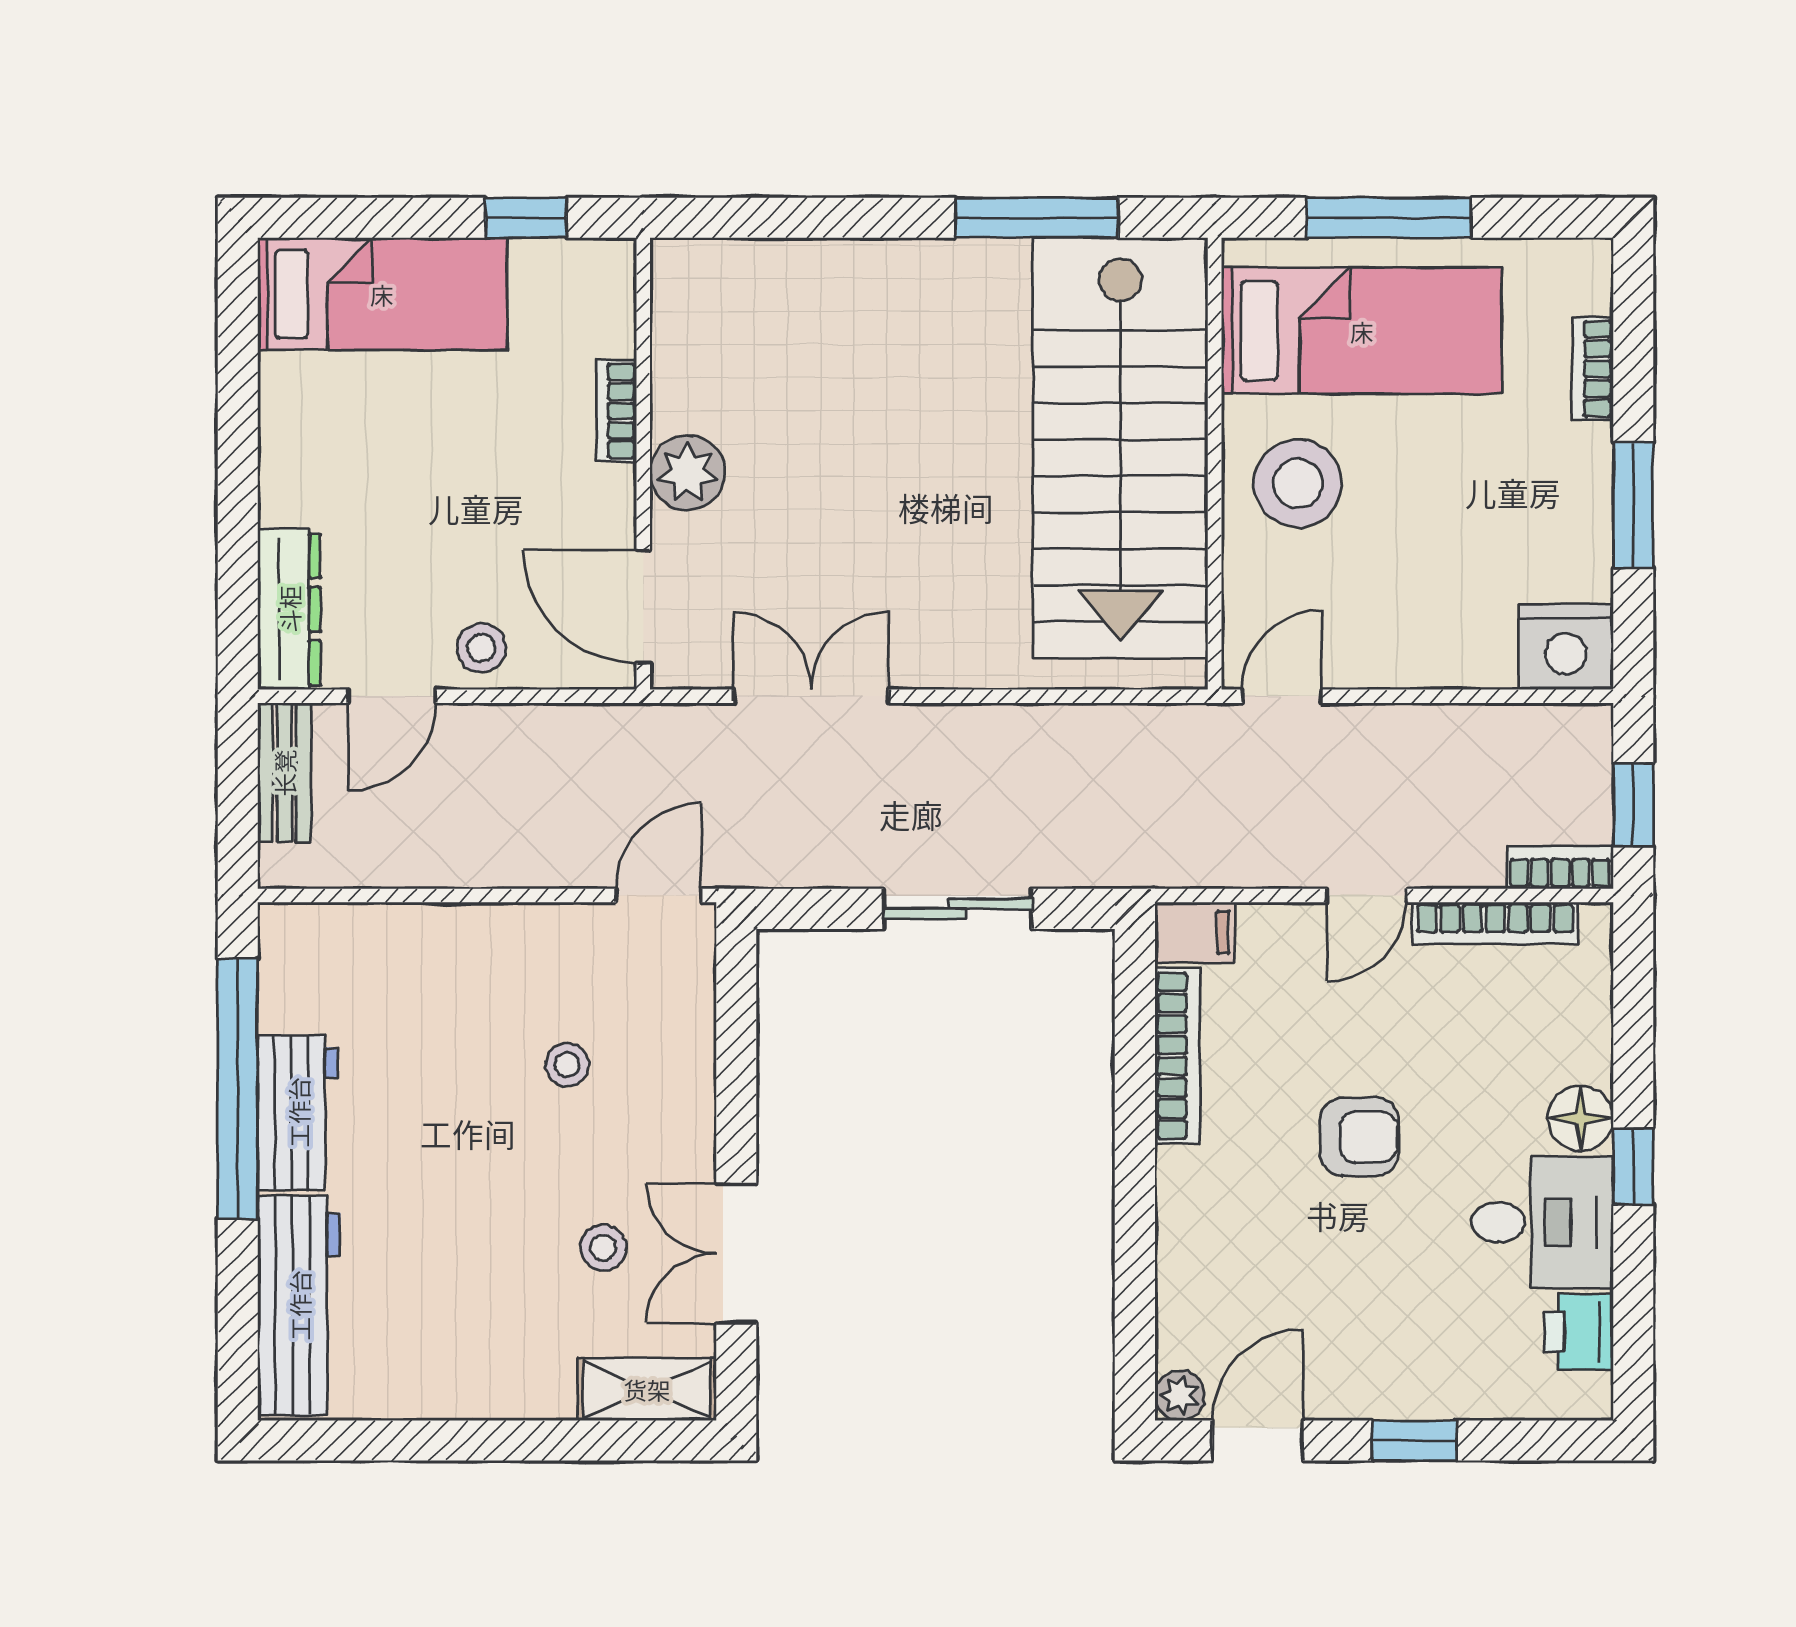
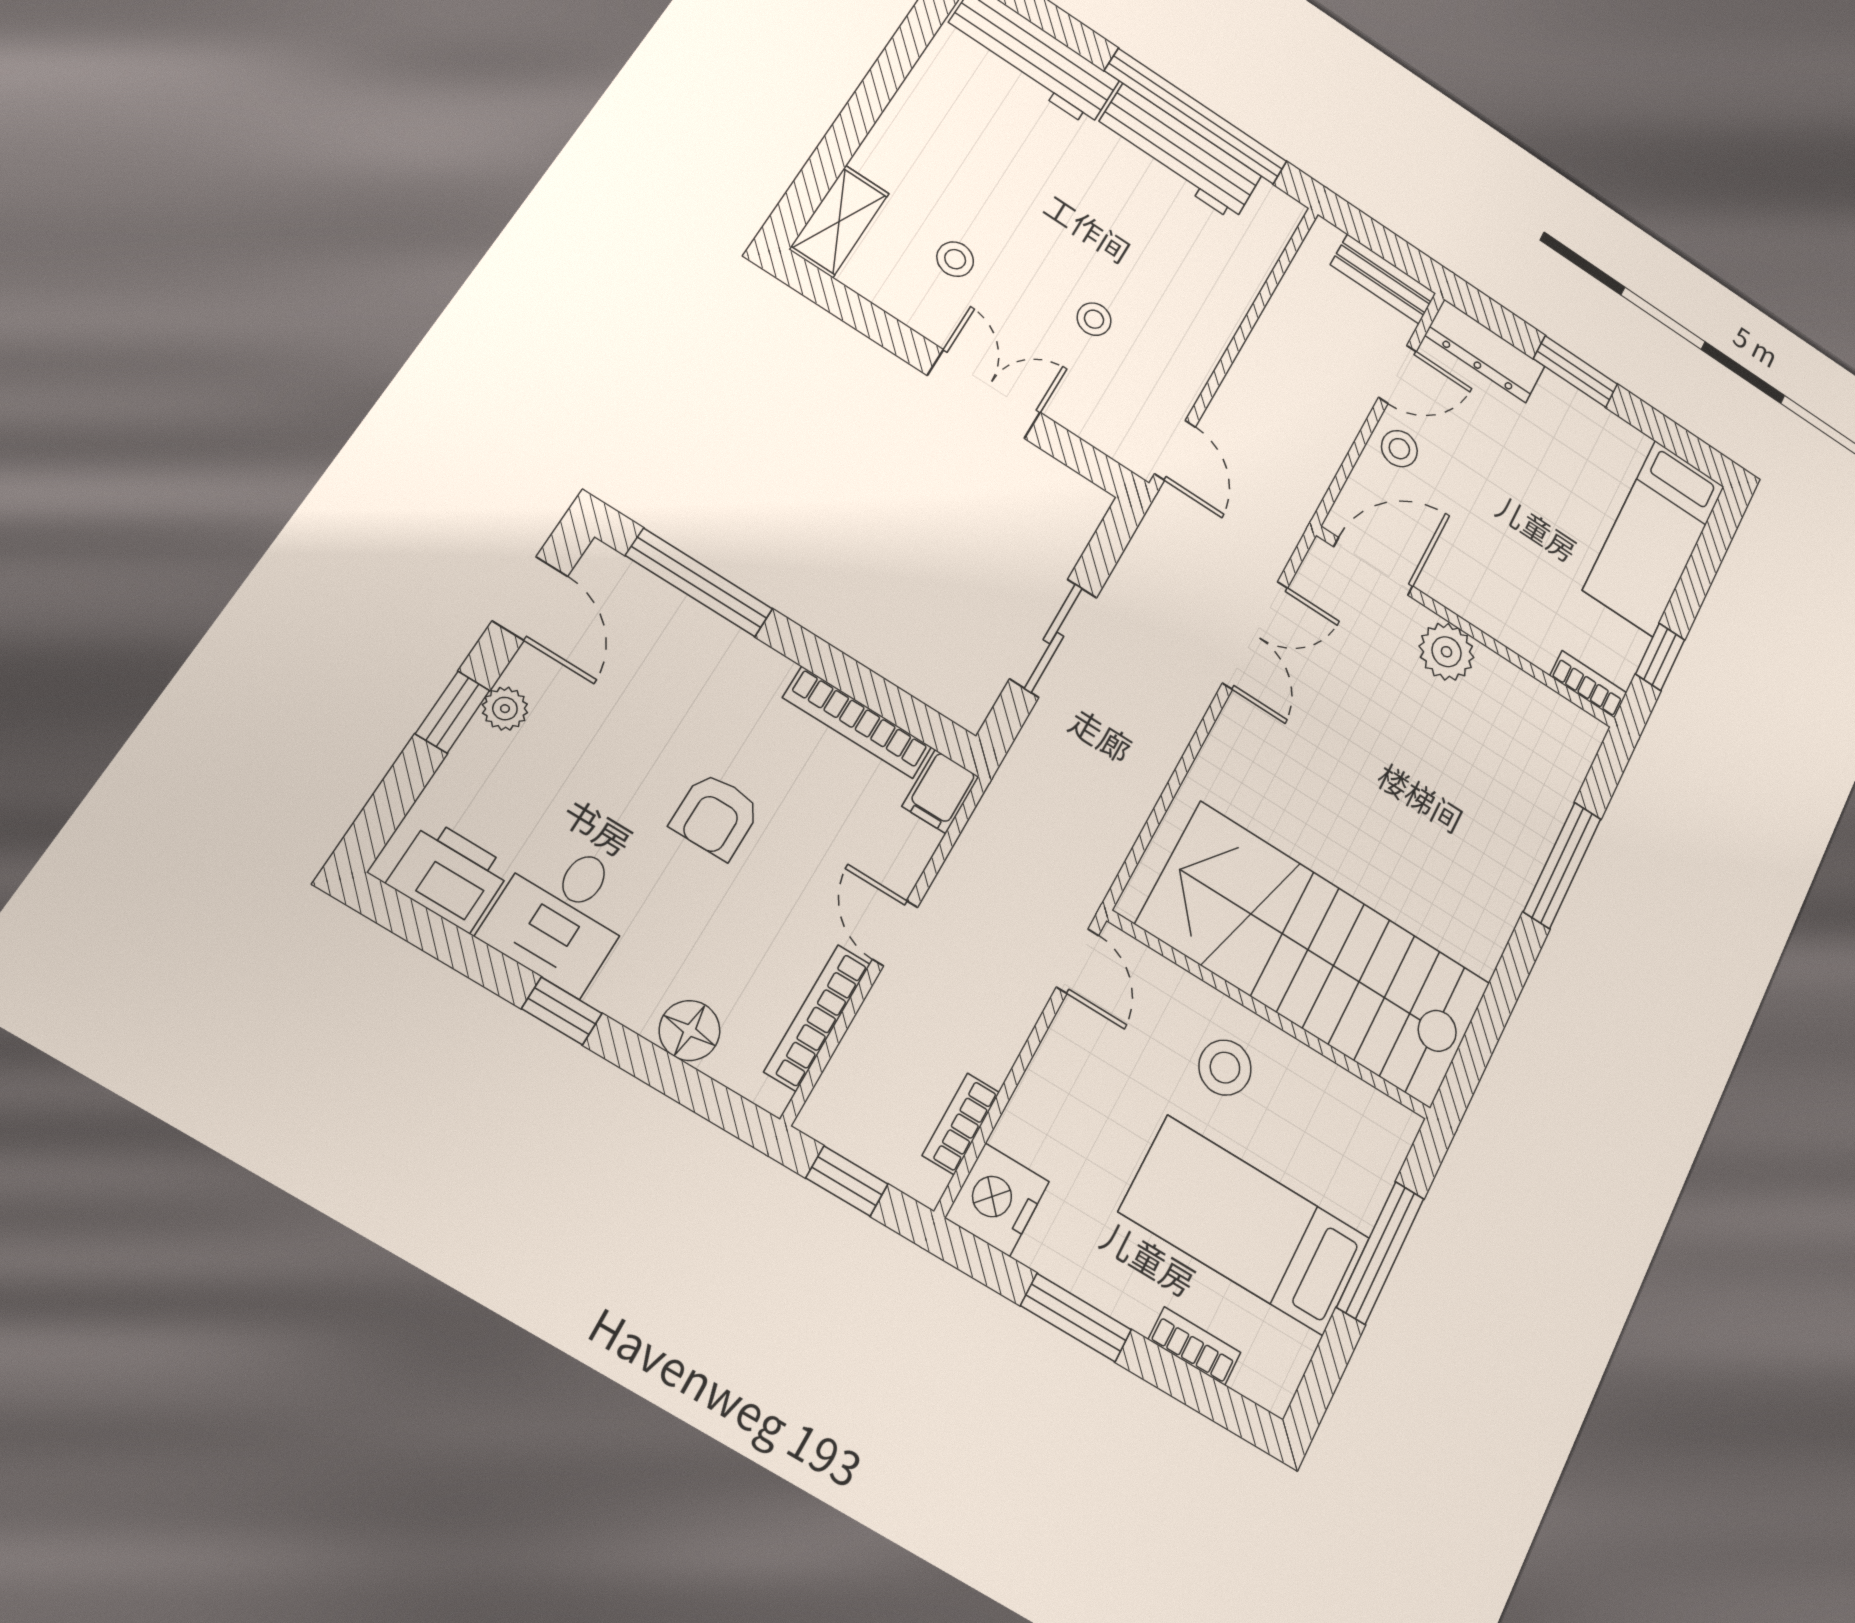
window: (1037, 218) -> (1562, 865), moved
bed: (1362, 331) -> (1245, 1225), moved, turned 90
bookcase: (616, 411) -> (1588, 684), moved
stool: (1298, 483) -> (1225, 1068), width x0.73, depth x0.73
window: (238, 489) -> (1575, 371), added
door: (392, 696) -> (1397, 374), swing flipped
bookcase: (1560, 868) -> (961, 1124), moved, turned 180
workbench: (298, 1112) -> (1179, 153), width x1.37
floor lamp: (1580, 1118) -> (690, 1030), moved
double door: (736, 1253) -> (984, 394), moved
window: (1135, 1293) -> (699, 582), added
printer: (1579, 1332) -> (449, 875), width x1.36, depth x1.24
plant: (1180, 1396) -> (505, 709), moved

